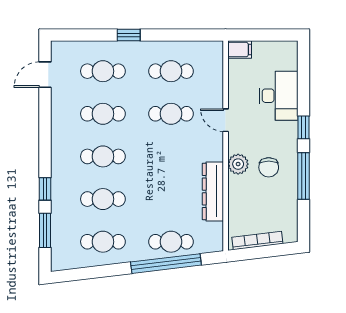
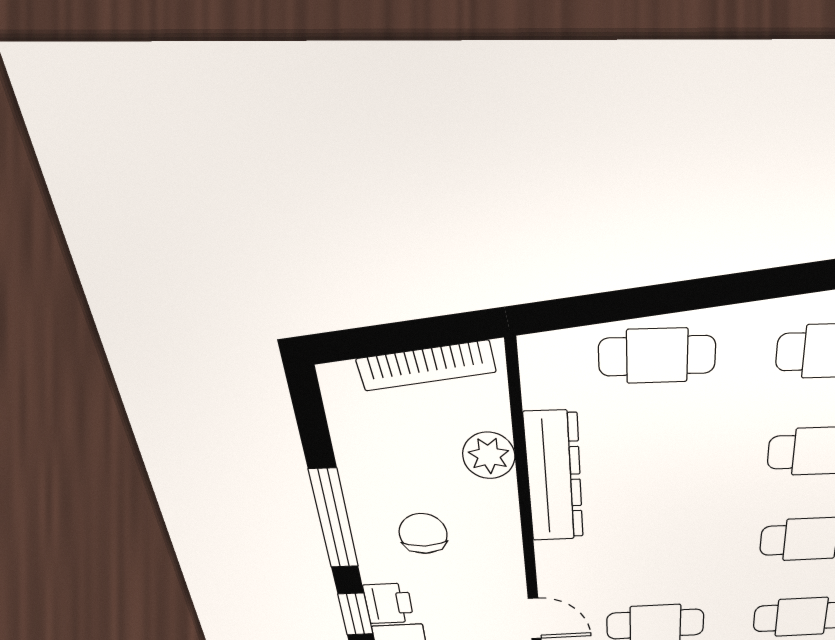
printer: (288, 132) -> (389, 603), added
plant: (238, 164) -> (489, 456), moved
window: (166, 264) -> (671, 298), removed

